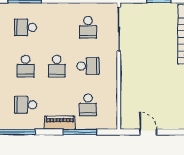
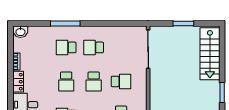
school desk: (88, 27) -> (94, 47), moved, turned 90

